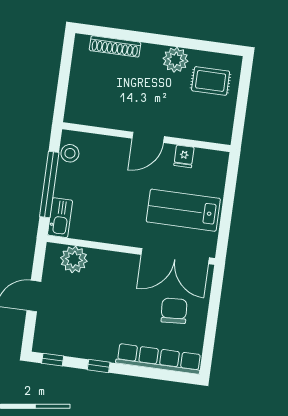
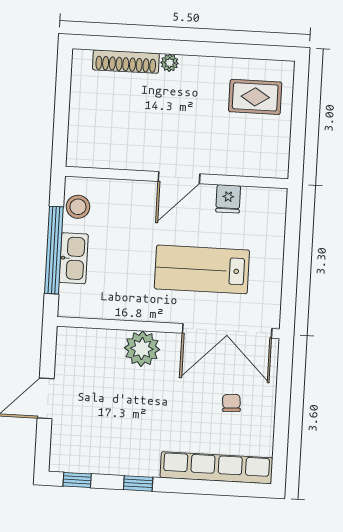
plant: (175, 60) -> (170, 63), moved, width x0.53, depth x0.53
lab bench: (183, 210) -> (202, 269), moved
kitchen sink: (60, 218) -> (74, 258), moved
plant: (74, 259) -> (142, 349), moved
chair: (174, 311) -> (231, 403), width x0.54, depth x0.54

